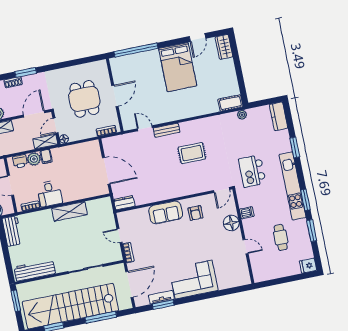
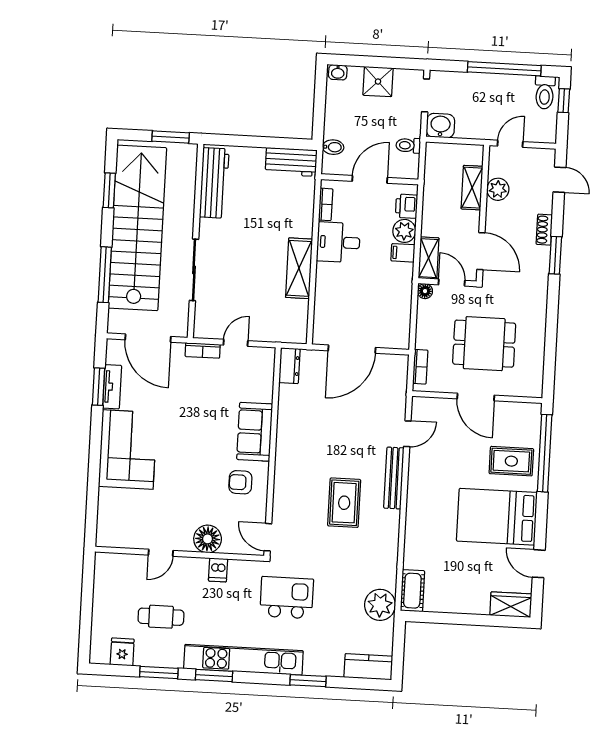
rug: (145, 67) -> (511, 461), added
plant: (242, 115) -> (380, 605), width x1.87, depth x1.87
bench: (167, 130) -> (394, 478), width x1.36
fridge: (308, 266) -> (122, 652), moved

